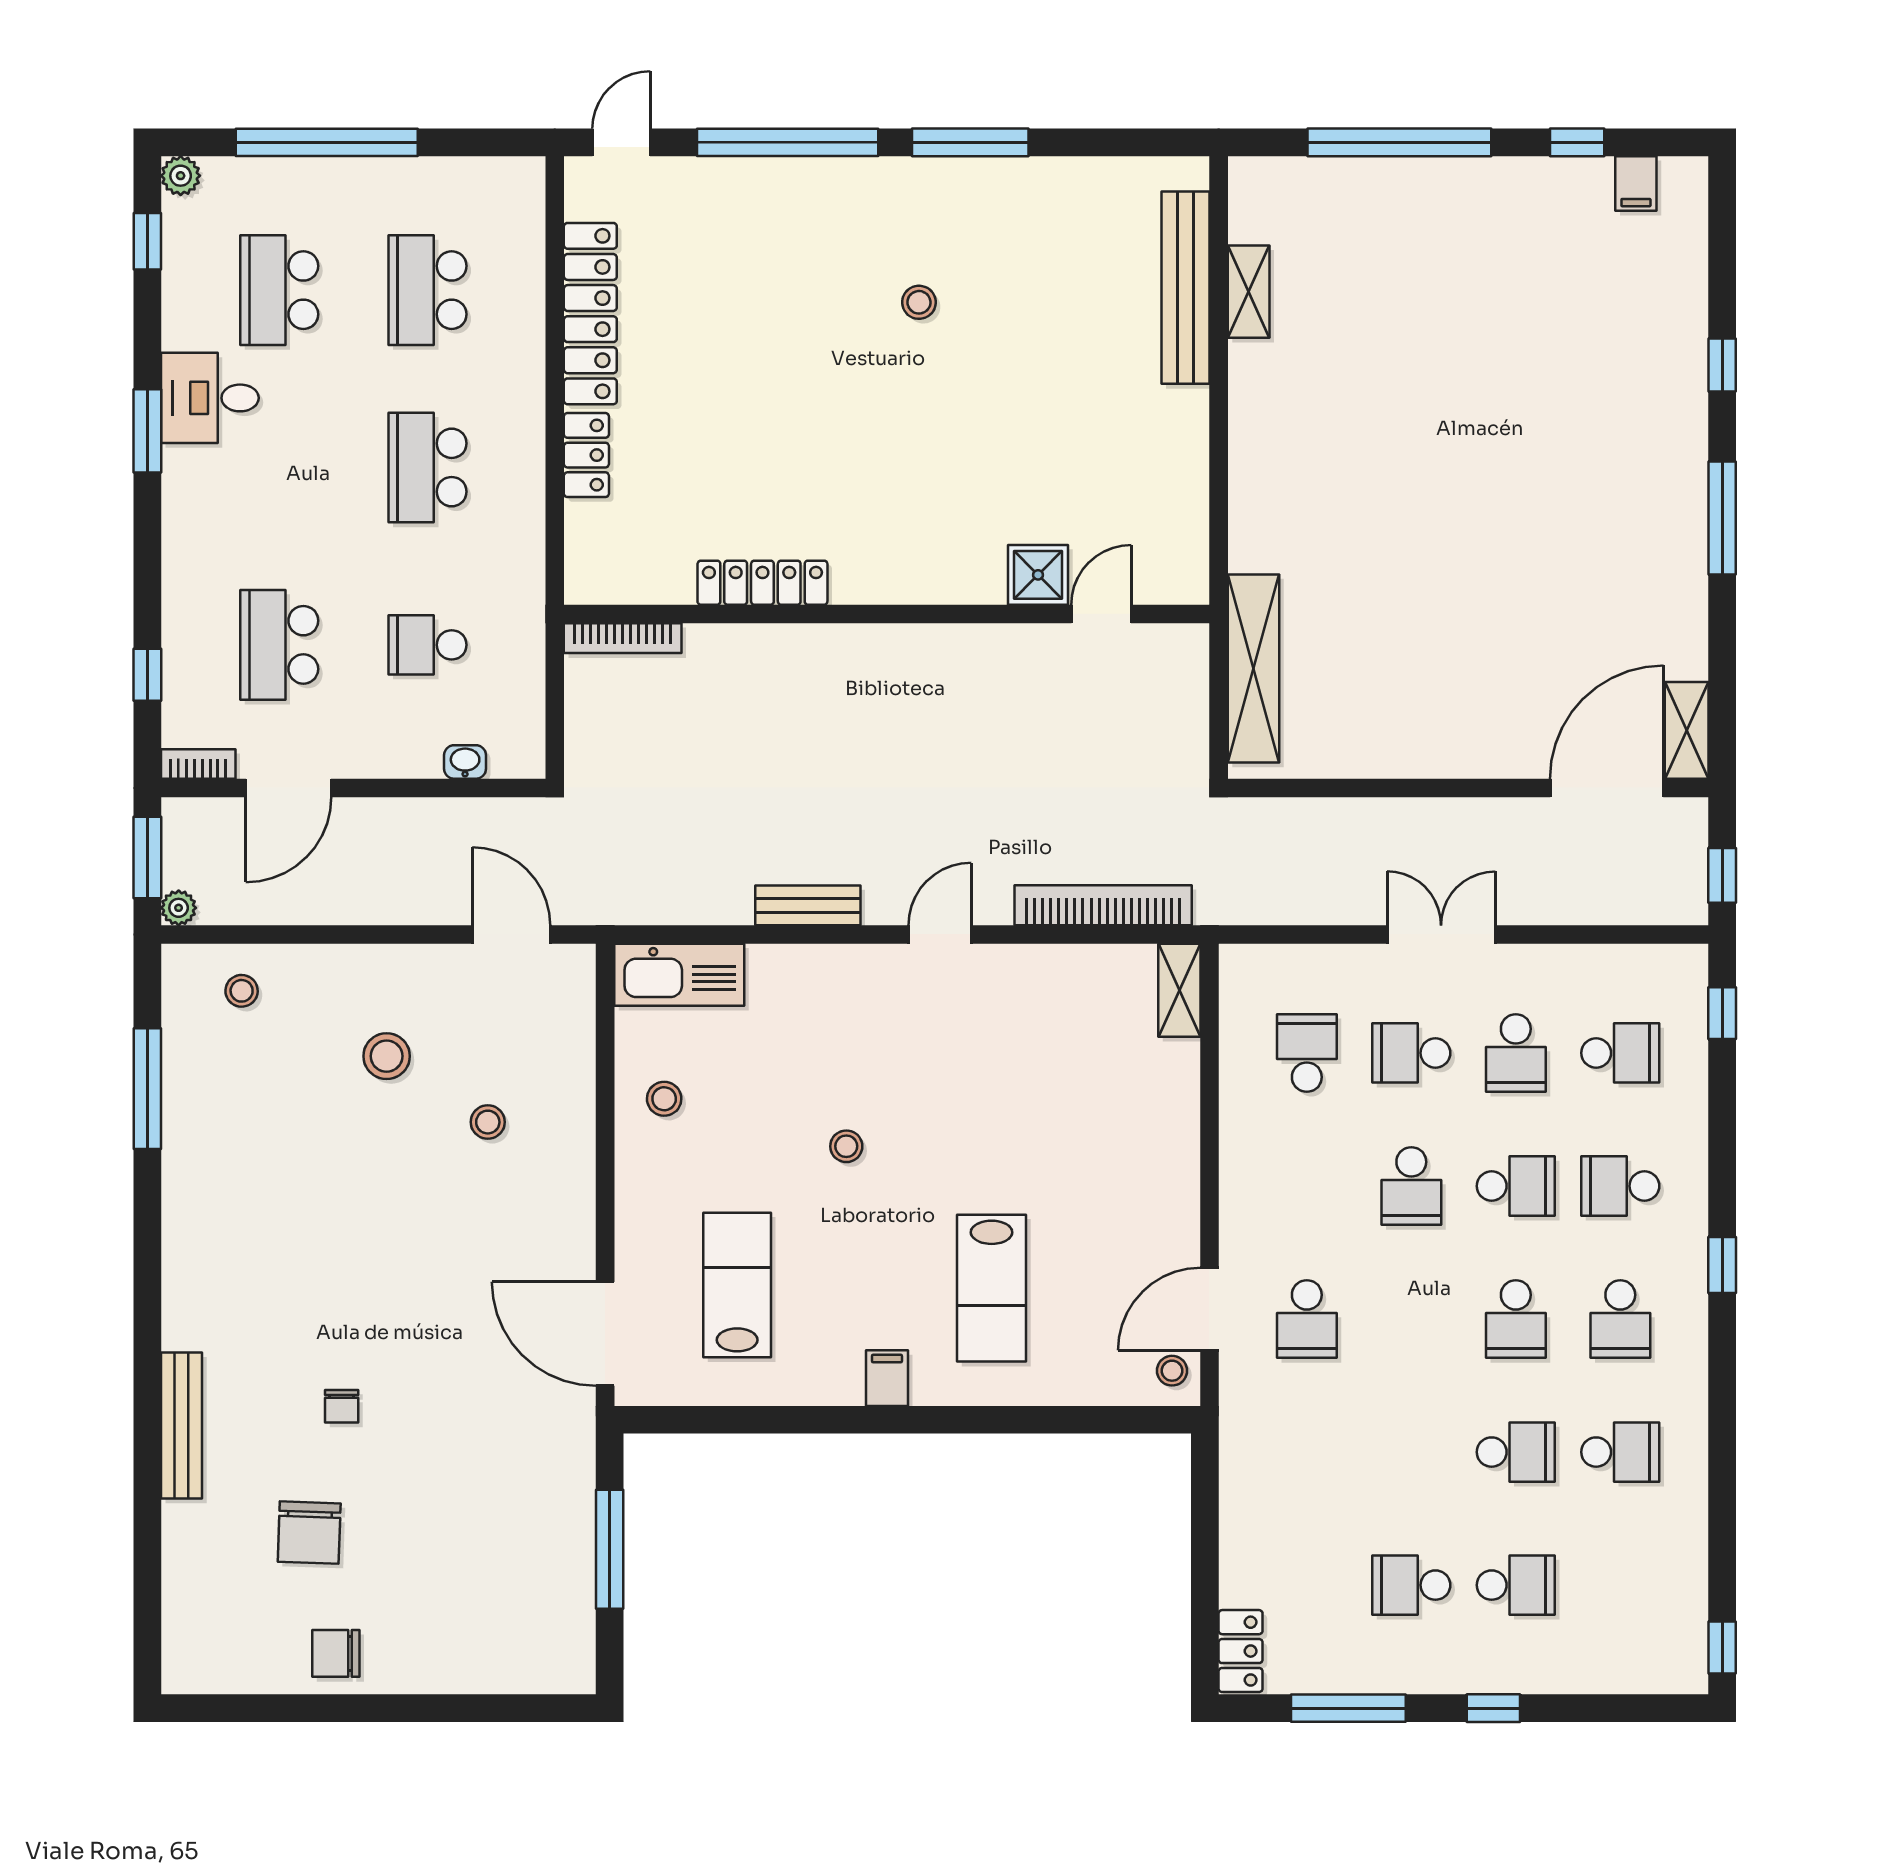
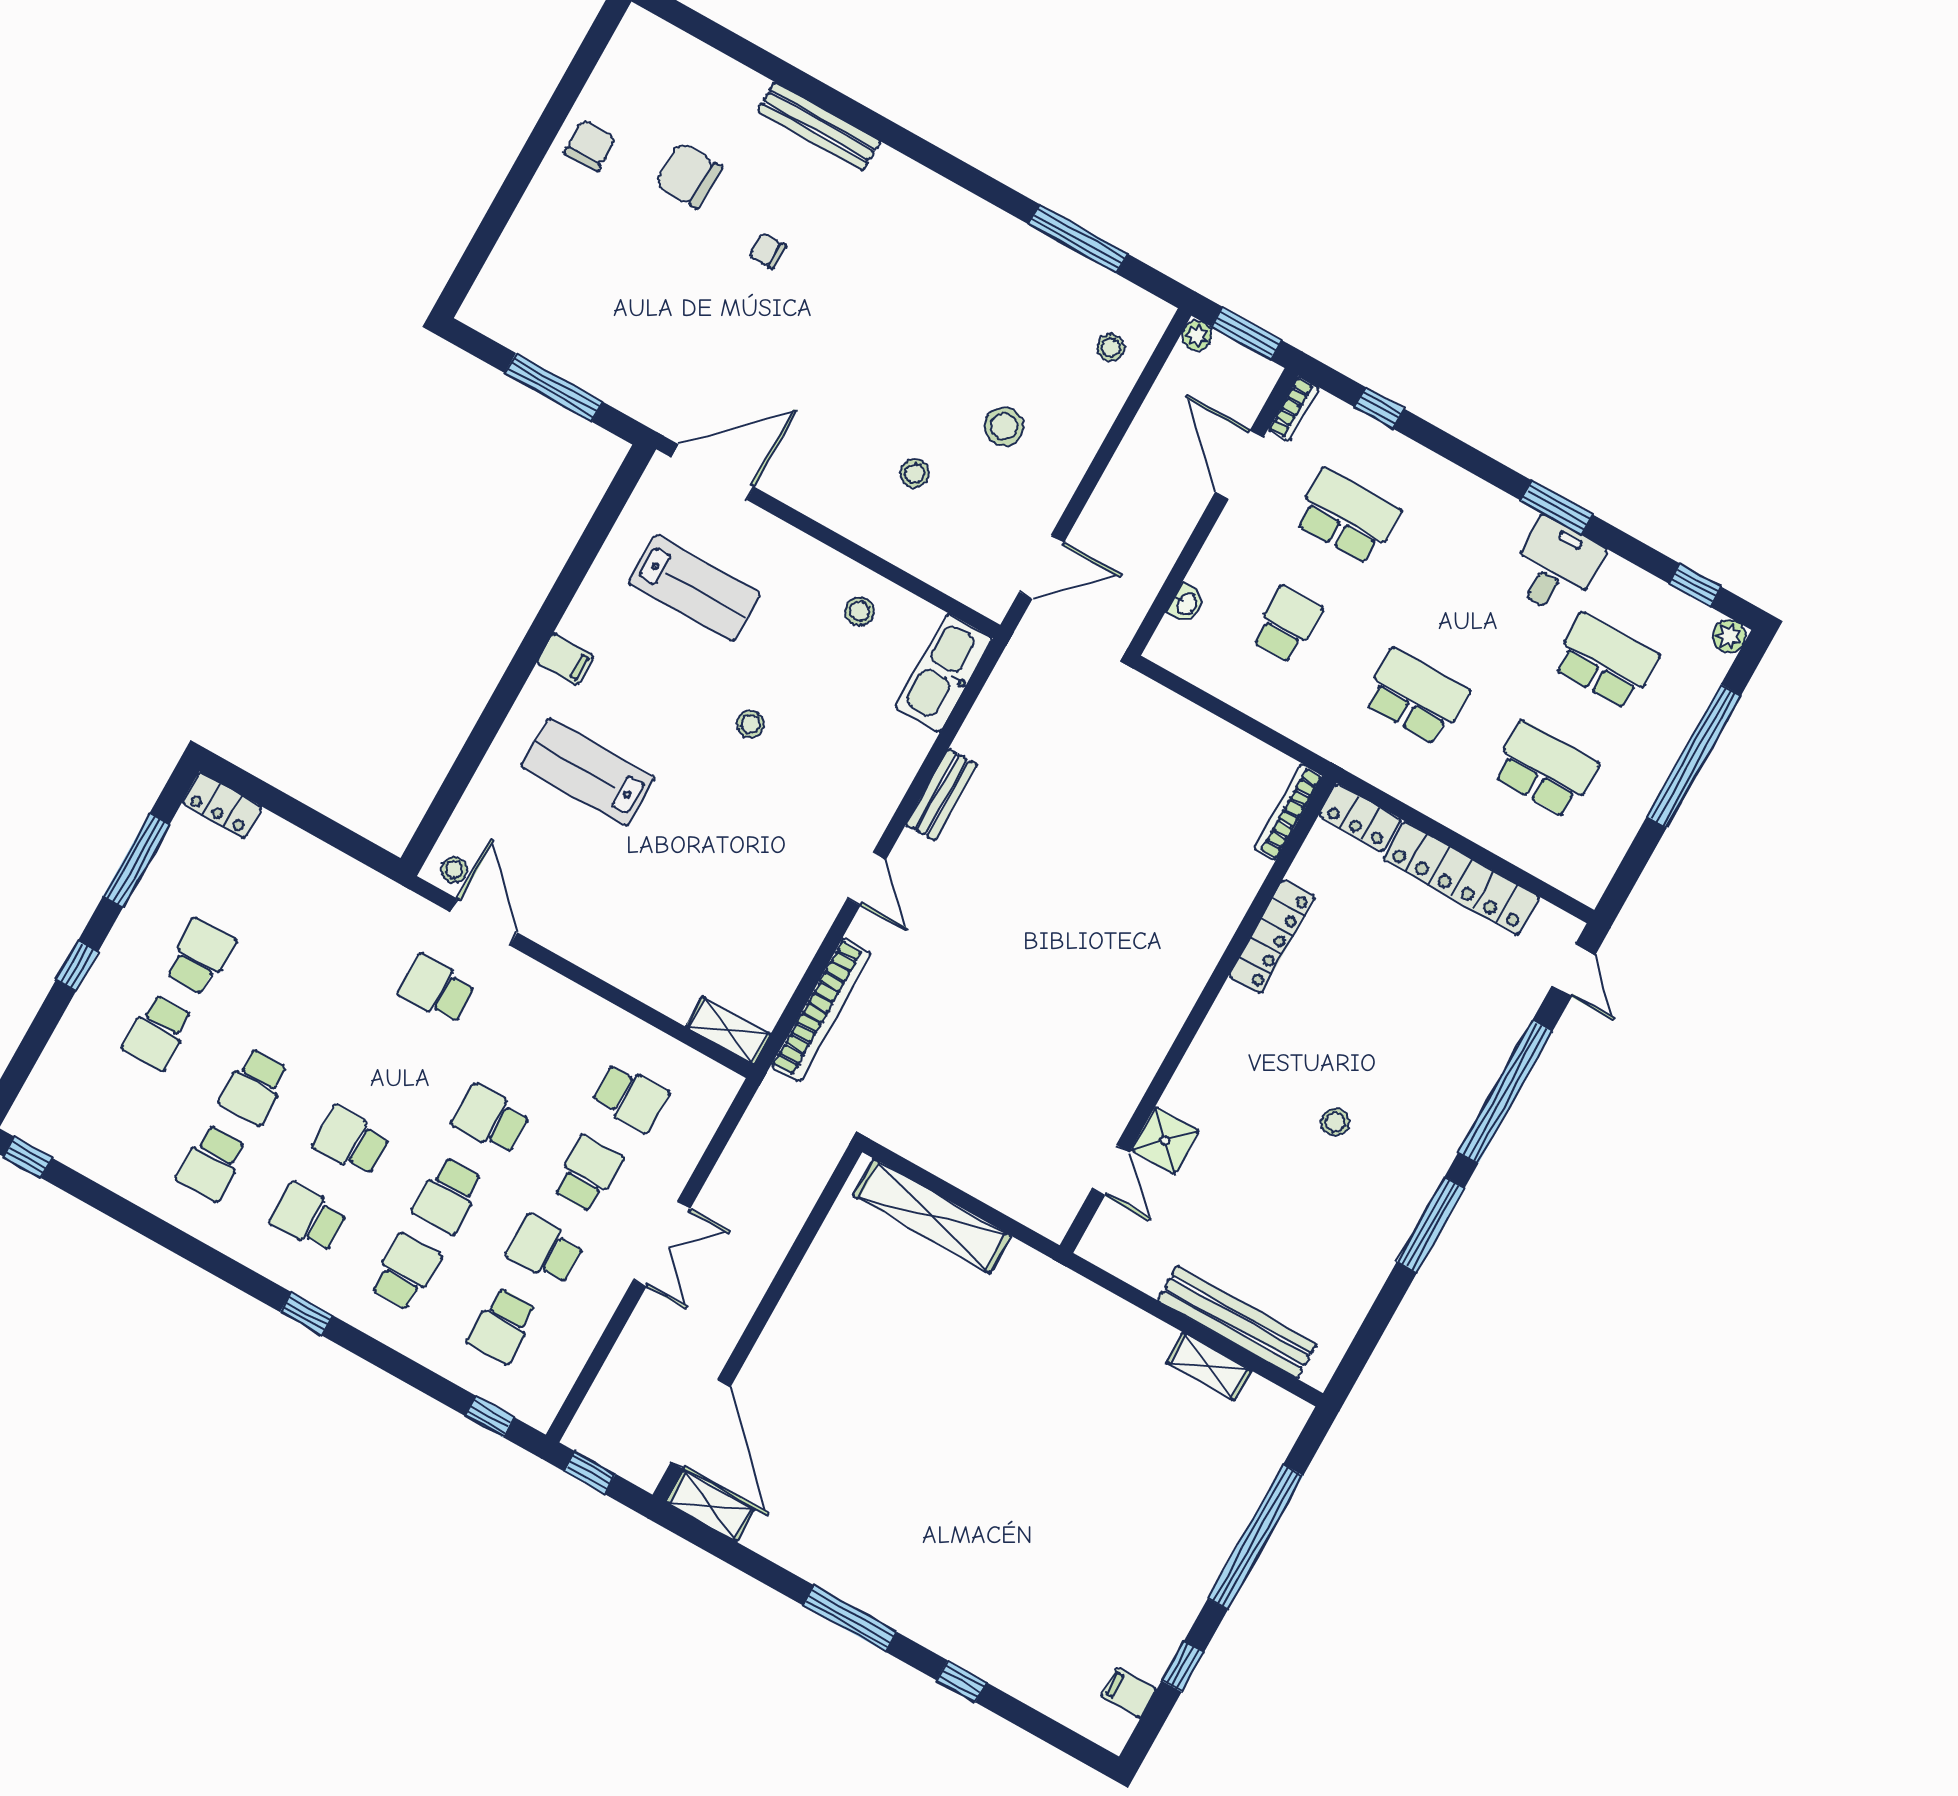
shower: (1038, 575) -> (1165, 1140), moved
locker: (762, 583) -> (1272, 937), moved
wall: (887, 614) -> (1198, 1014), moved
door: (1101, 614) -> (1111, 1170), moved
bookcase: (623, 638) -> (1288, 812), moved

